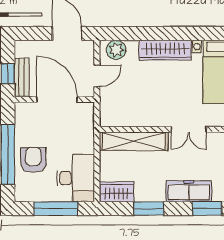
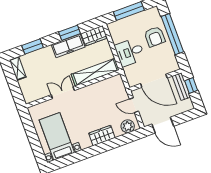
wardrobe: (165, 50) -> (102, 136), width x0.67
door: (97, 76) -> (134, 105), hinge flipped
desk: (76, 178) -> (130, 52), moved, width x0.73
freezer: (189, 191) -> (68, 46), moved

